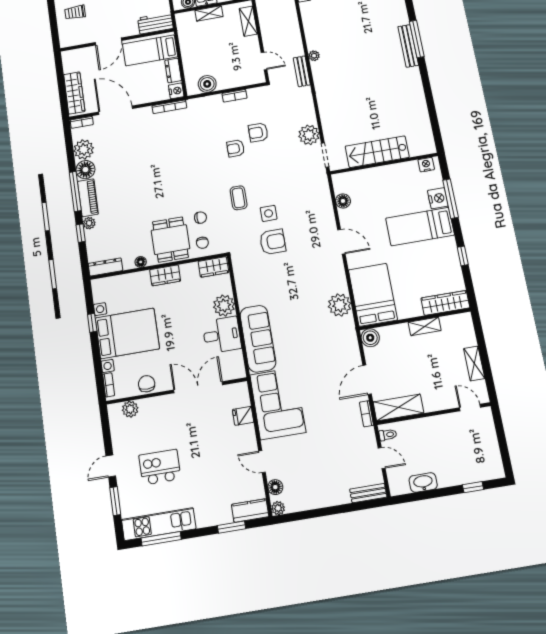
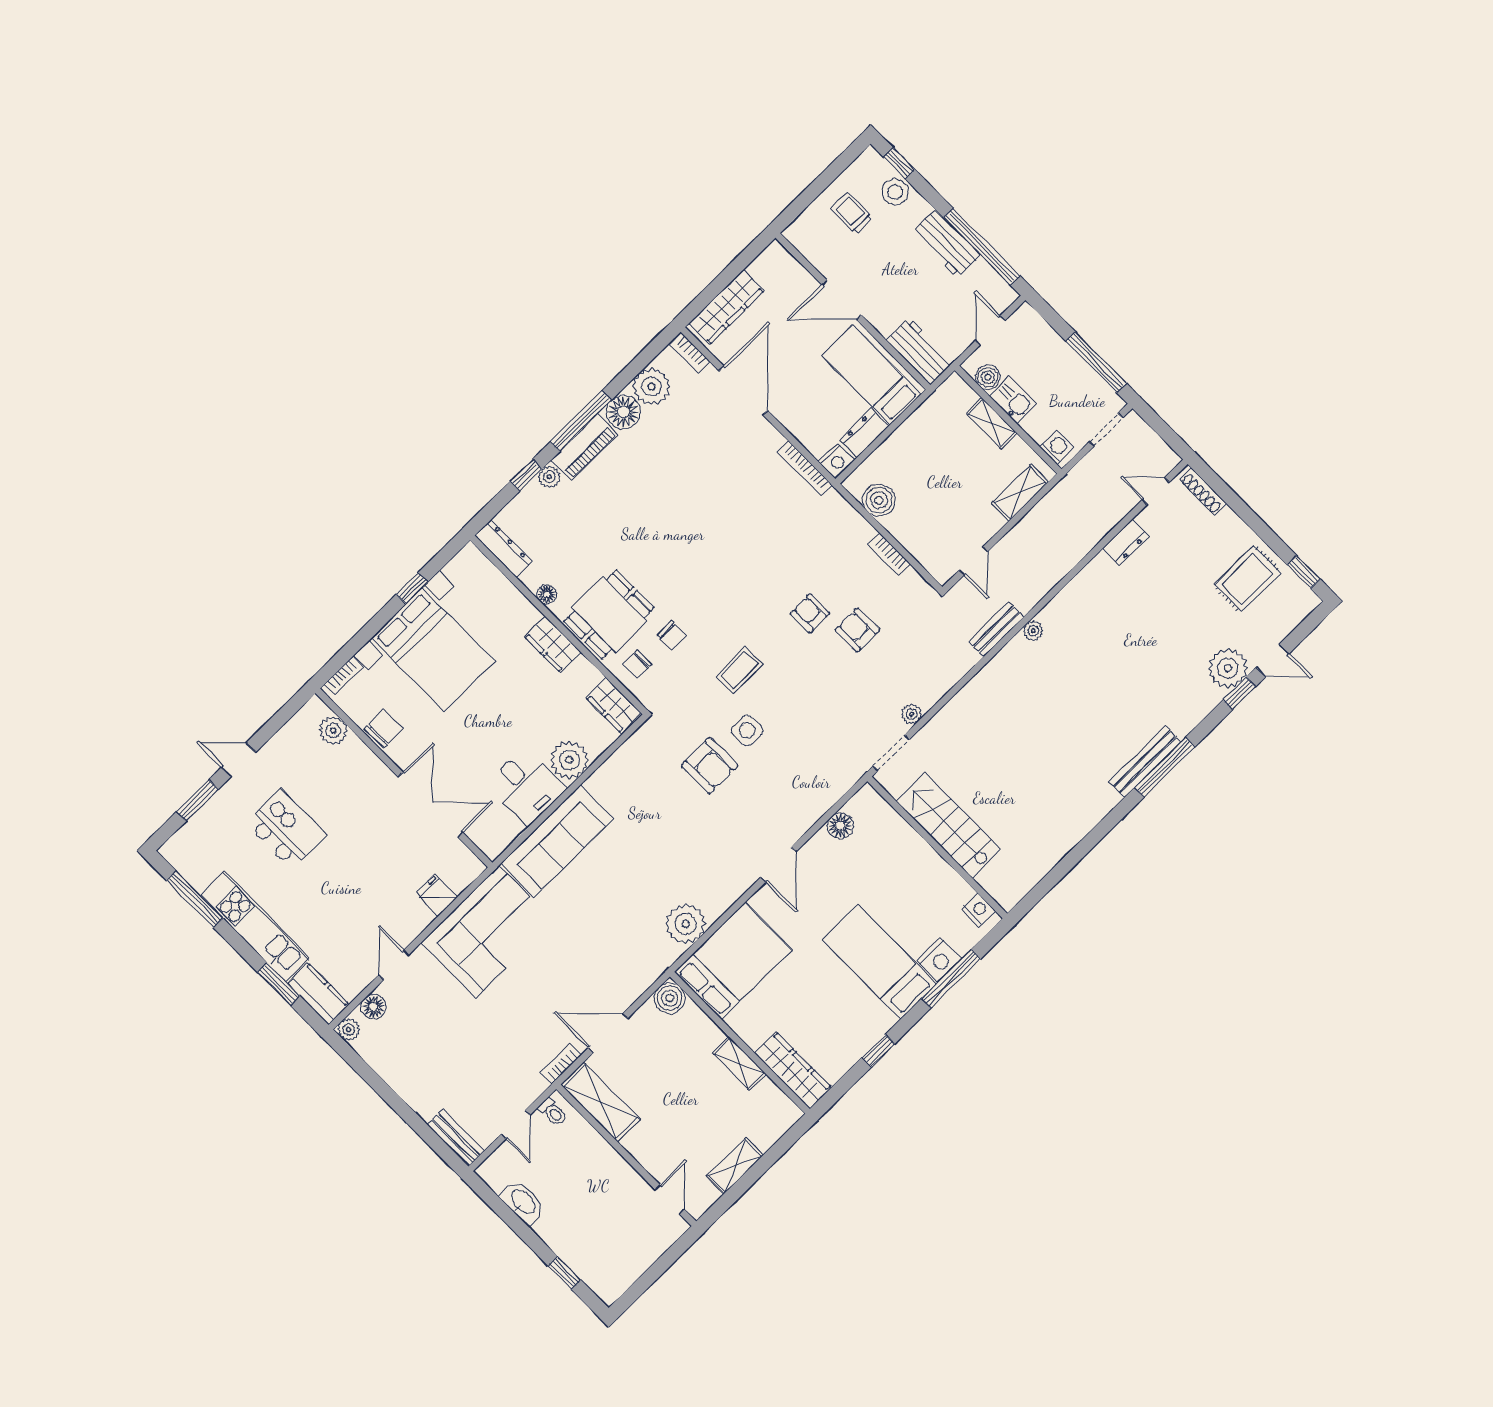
plant: (309, 135) -> (912, 714), width x0.53, depth x0.53
kitchen unit: (159, 524) -> (255, 926), moved

